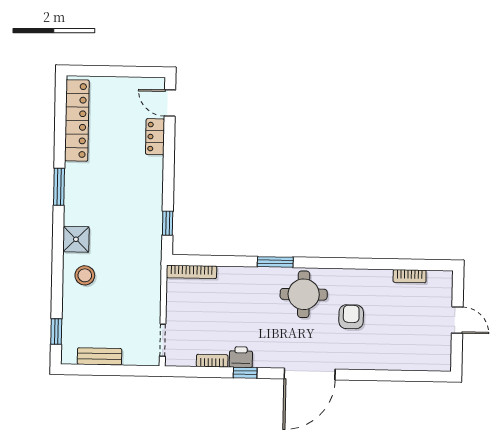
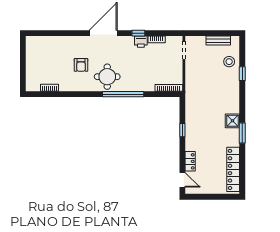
window: (168, 223) -> (182, 130), moved
shower: (76, 239) -> (232, 121), moved
window: (275, 262) -> (123, 94), width x2.11
stool: (85, 275) -> (229, 62), moved
door: (457, 320) -> (23, 64), removed
window: (56, 331) -> (242, 74), moved

